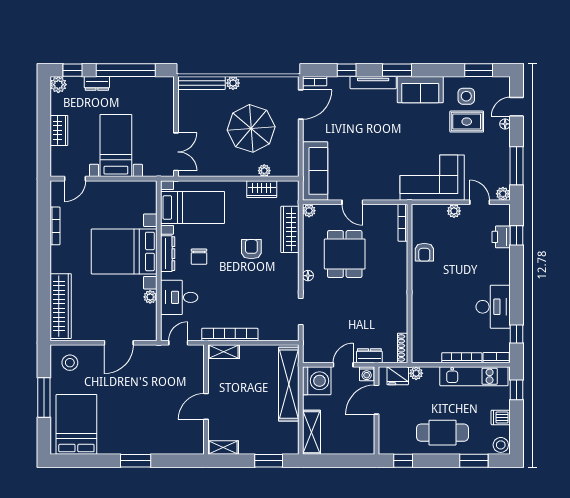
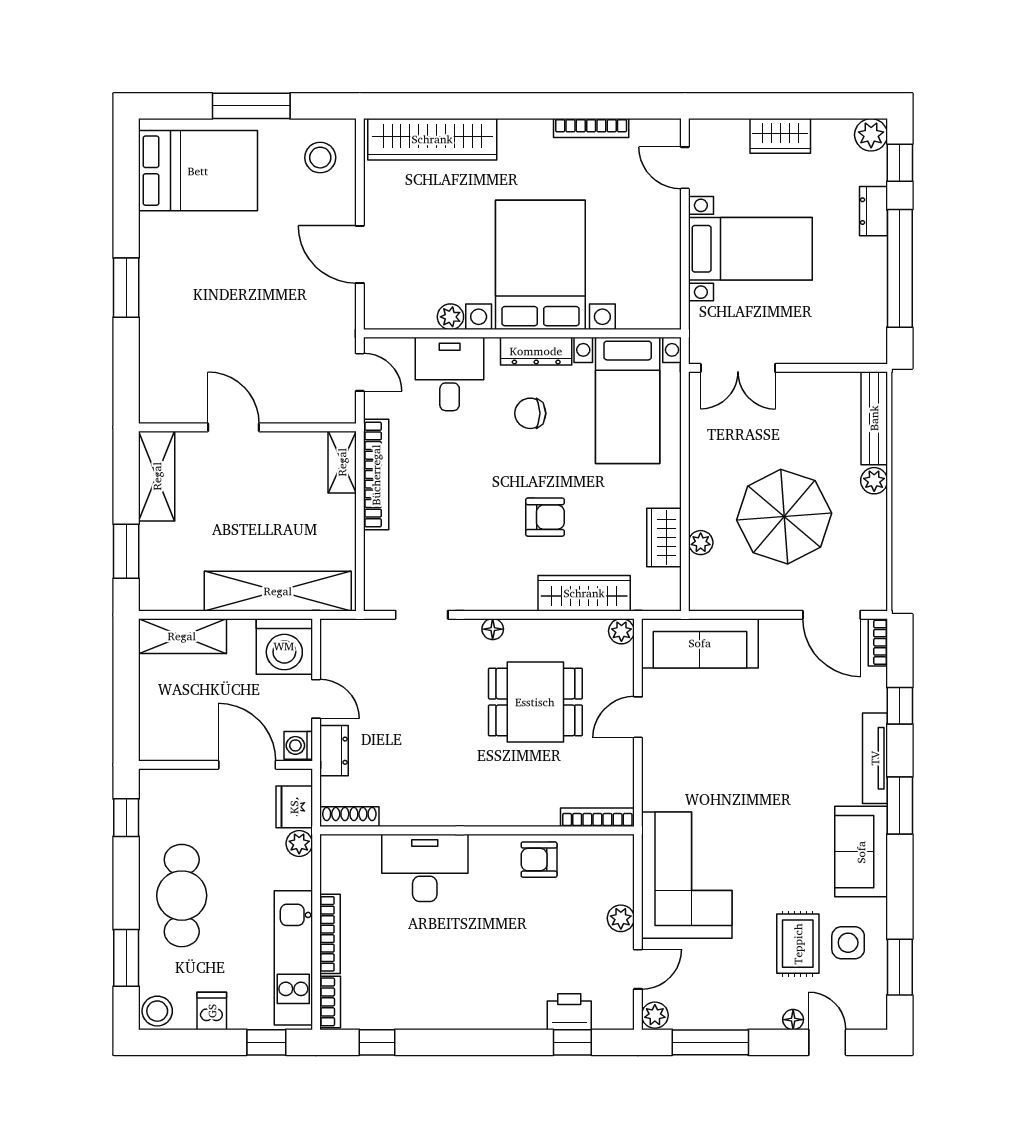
desk: (493, 307) -> (425, 868), moved, turned 180
shelving: (223, 448) -> (157, 476), width x1.50, depth x1.33

